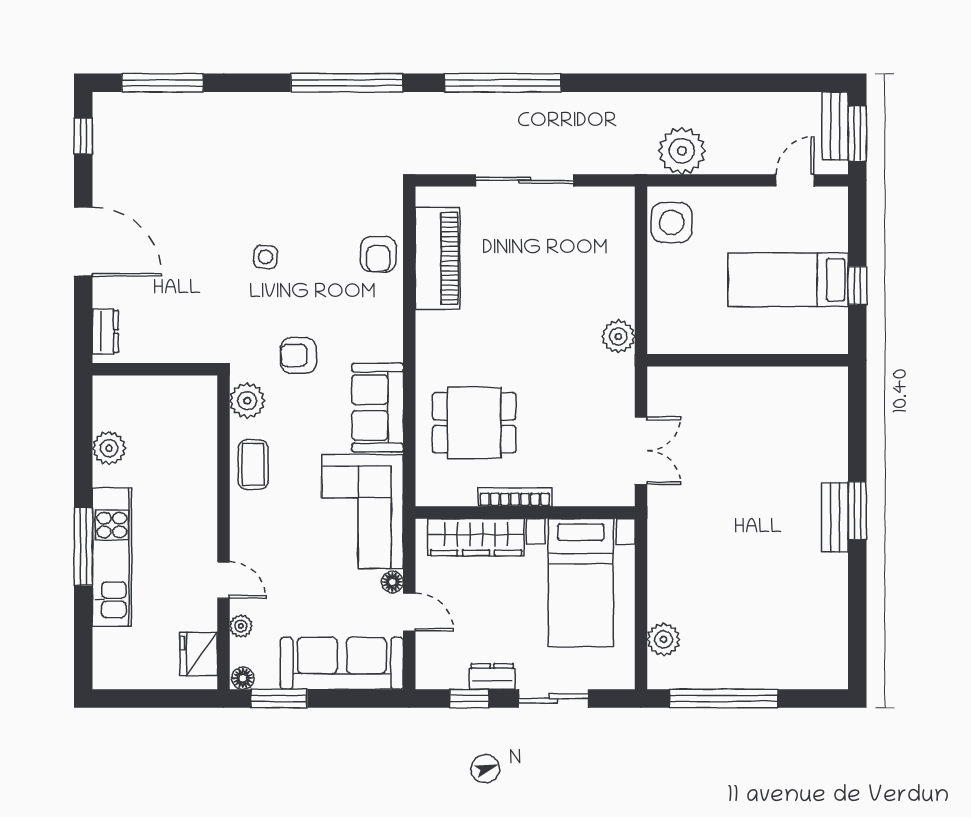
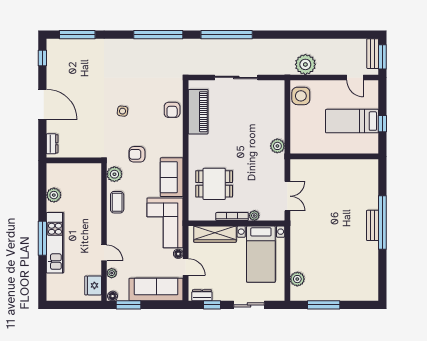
door: (795, 180) -> (355, 77), swing flipped
plant: (566, 495) -> (254, 216), added
window: (857, 511) -> (382, 222), width x2.11
dresser: (492, 677) -> (202, 295), moved
window: (724, 698) -> (324, 305), width x0.68

